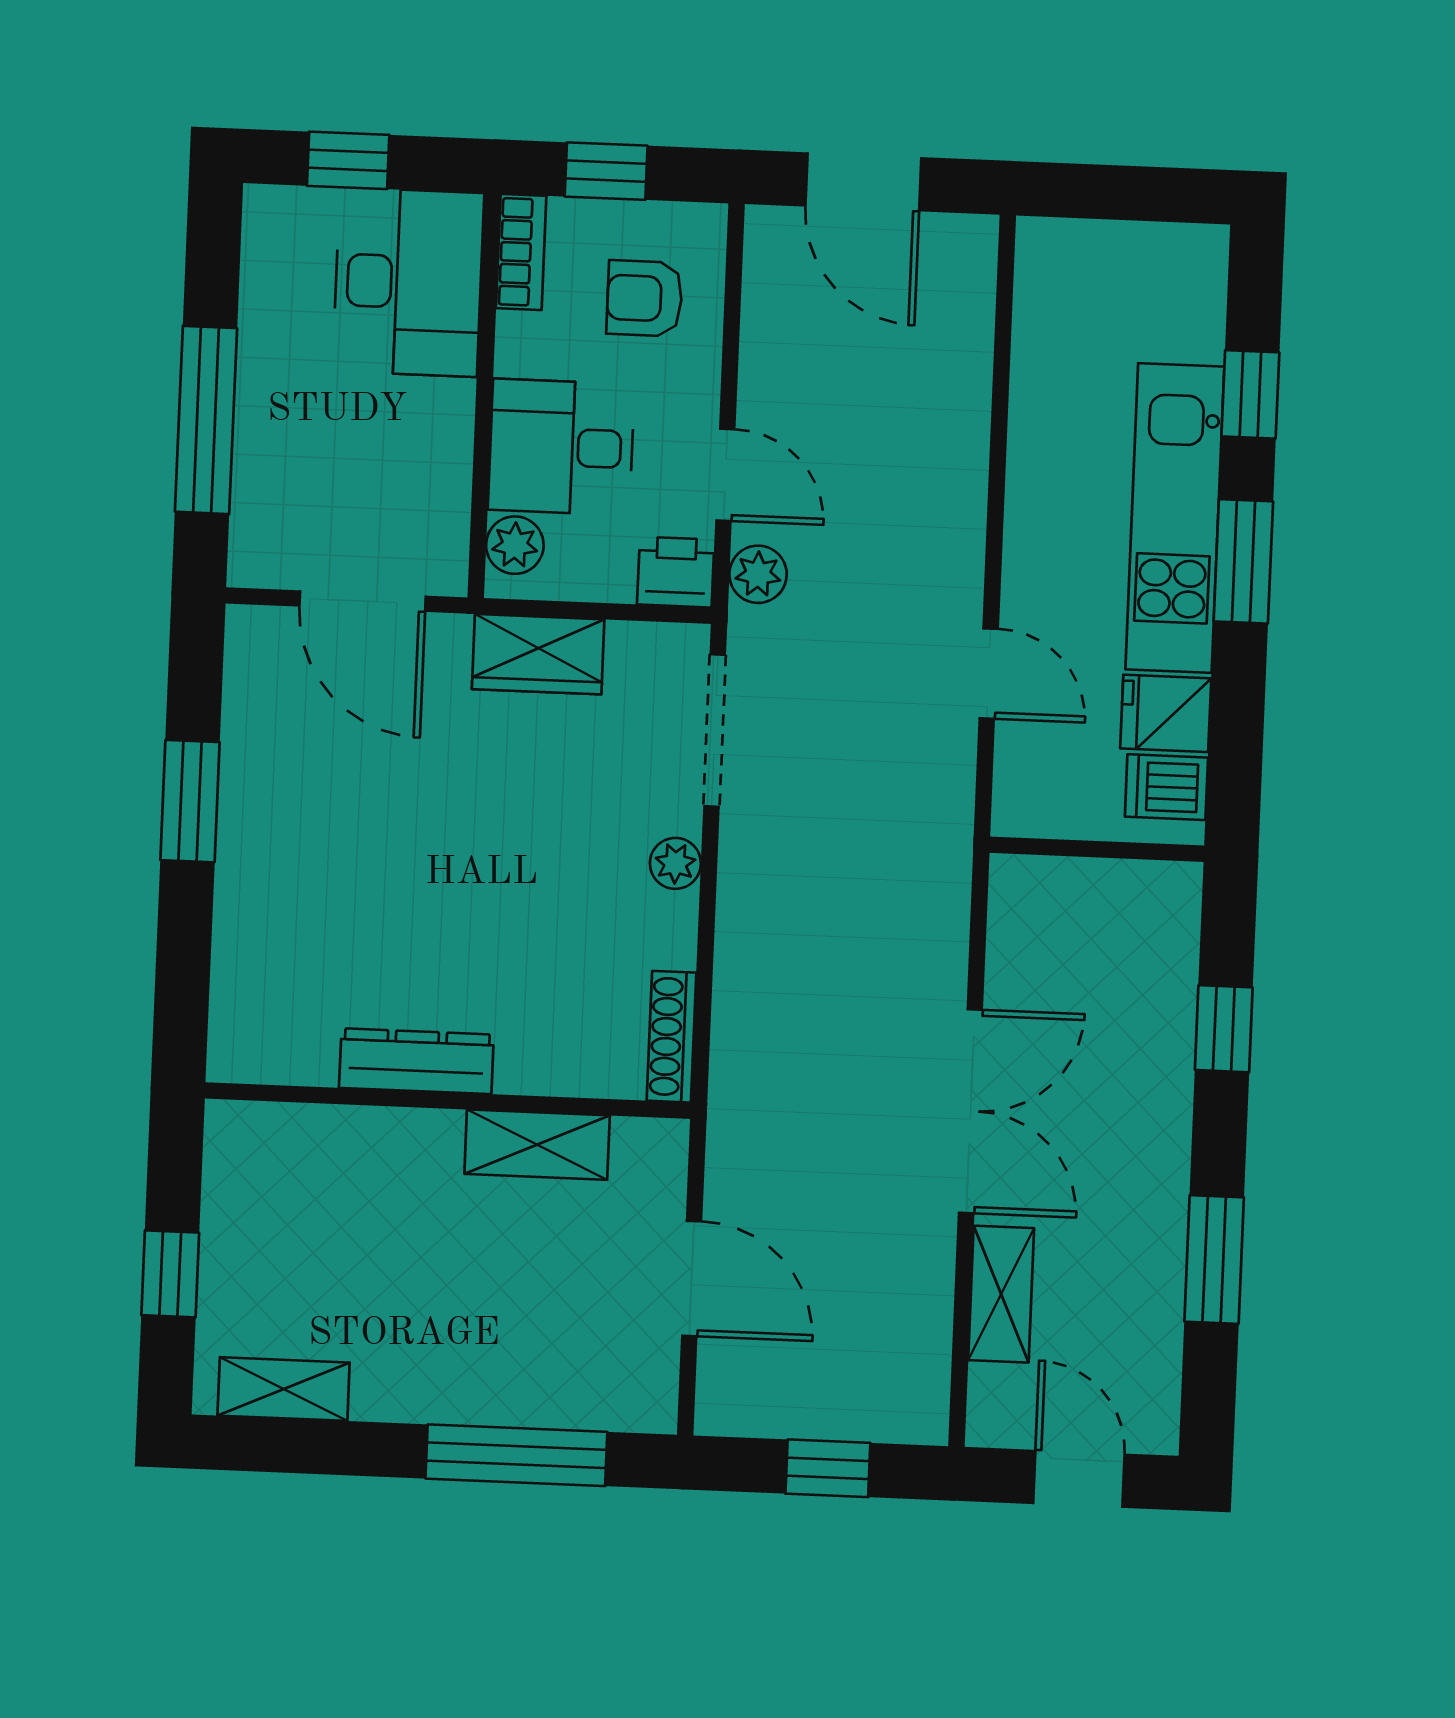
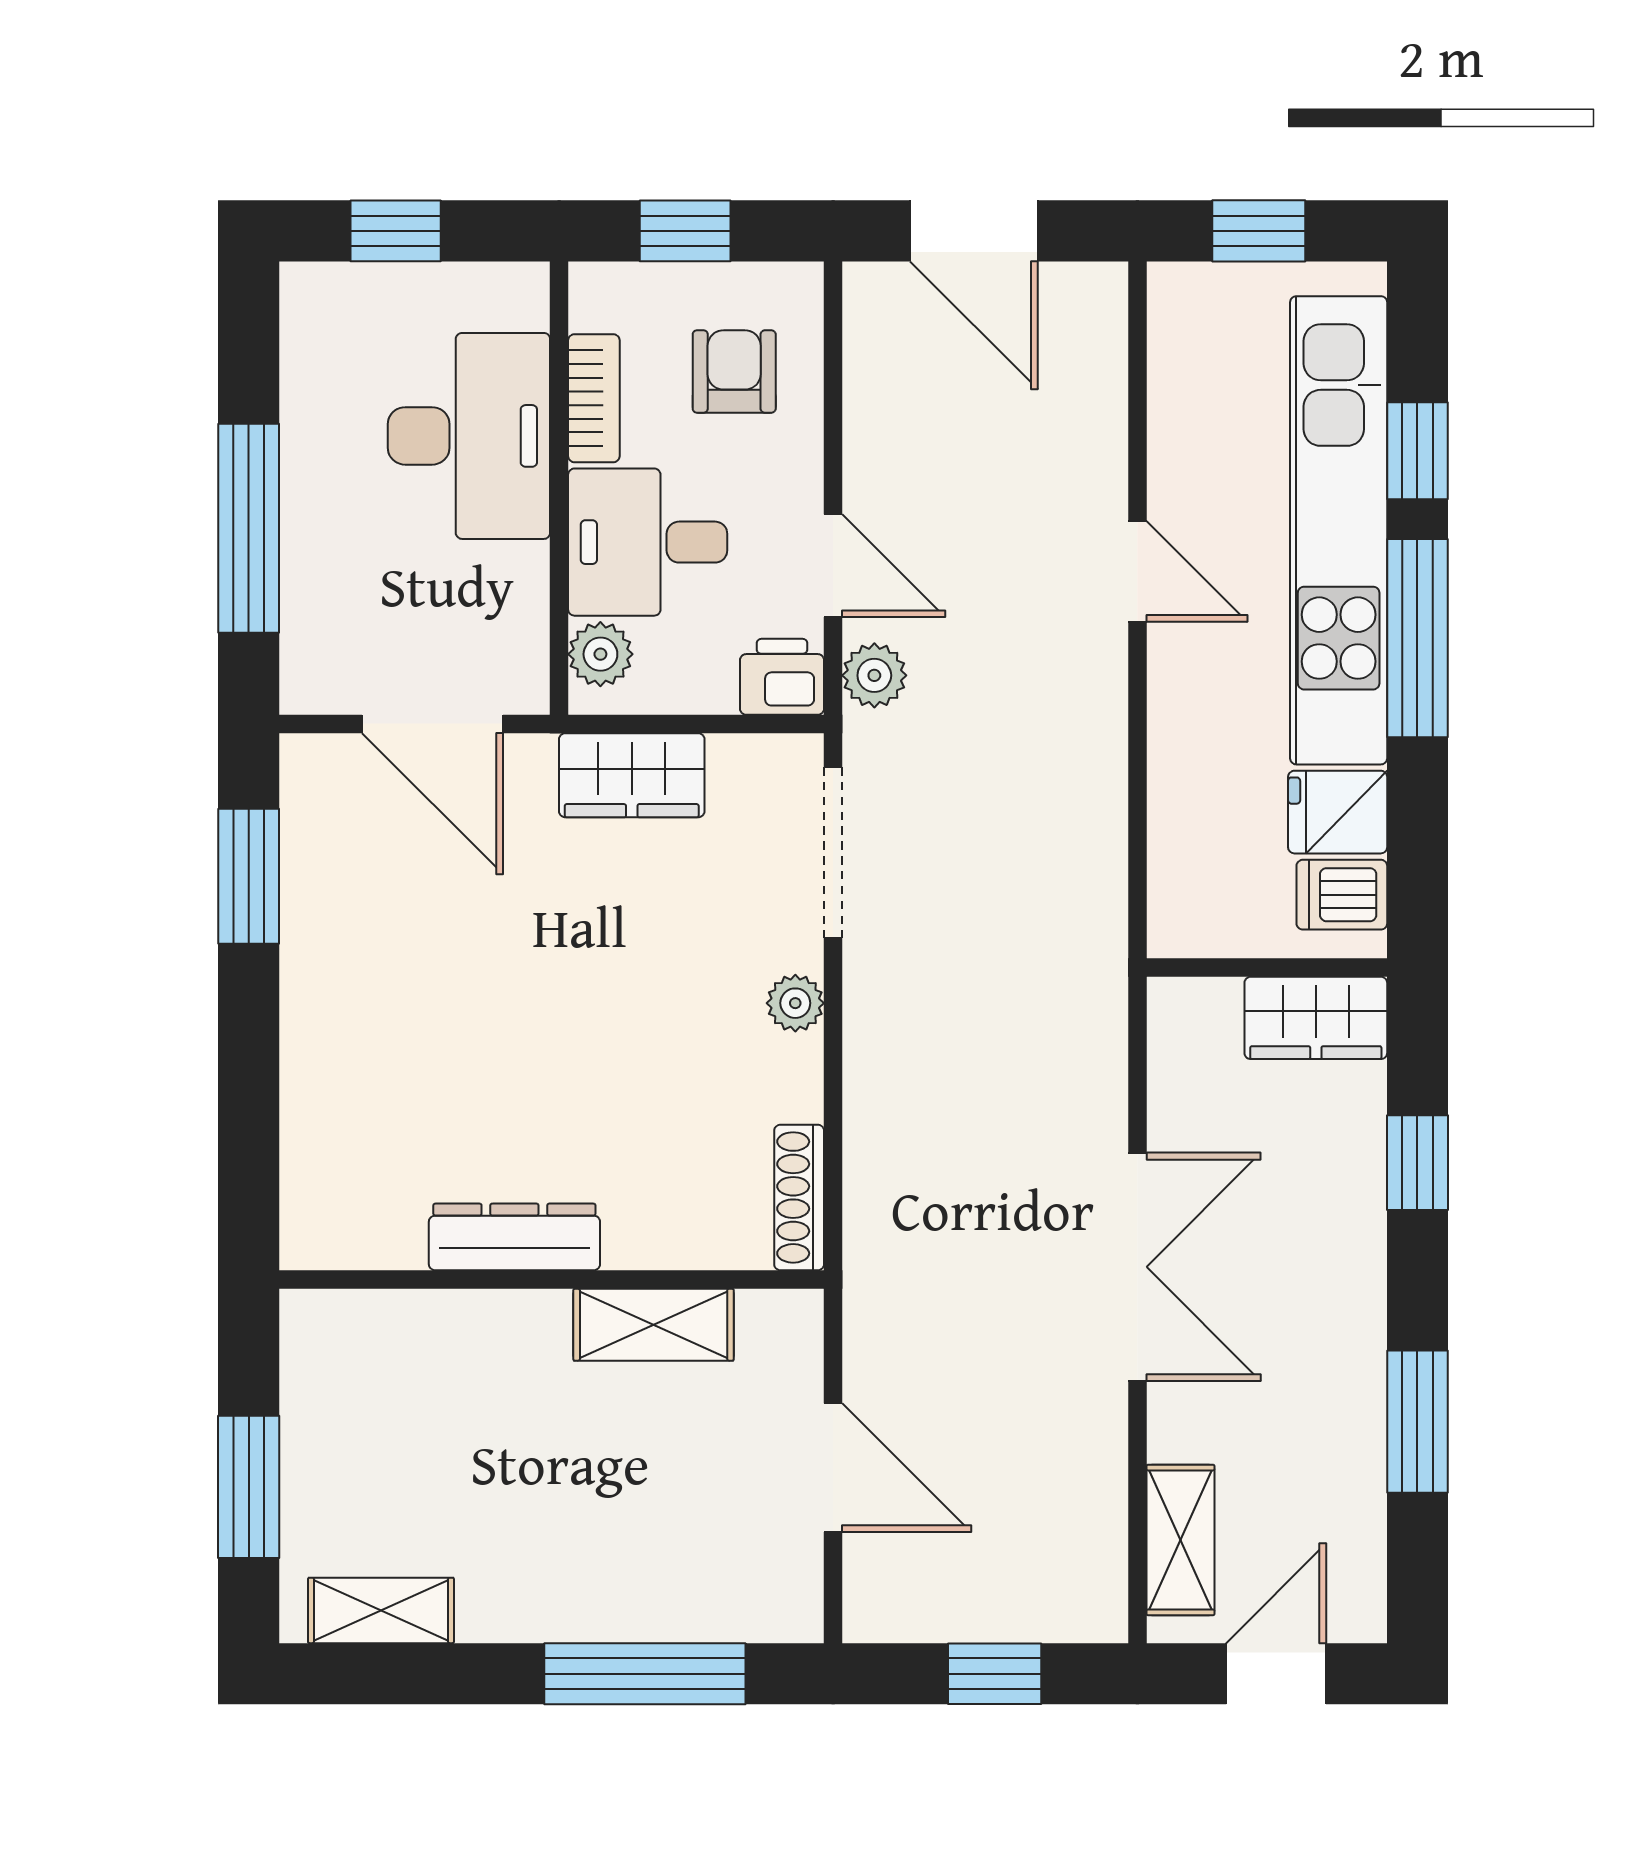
window: (1117, 193) -> (1259, 231), added
bookcase: (521, 252) -> (594, 398), moved
desk: (408, 282) -> (469, 436), moved
armchair: (645, 298) -> (734, 372), turned 90
kitchen unit: (1175, 518) -> (1339, 530), width x1.36
window: (1243, 561) -> (1417, 638), width x1.44
door: (989, 674) -> (1137, 571), moved
window: (190, 801) -> (249, 876), moved
wardrobe: (1139, 896) -> (1316, 1018), added
window: (170, 1274) -> (249, 1487), width x1.50
shelving: (1001, 1294) -> (1180, 1540), moved
door: (1079, 1479) -> (1276, 1674), hinge flipped

